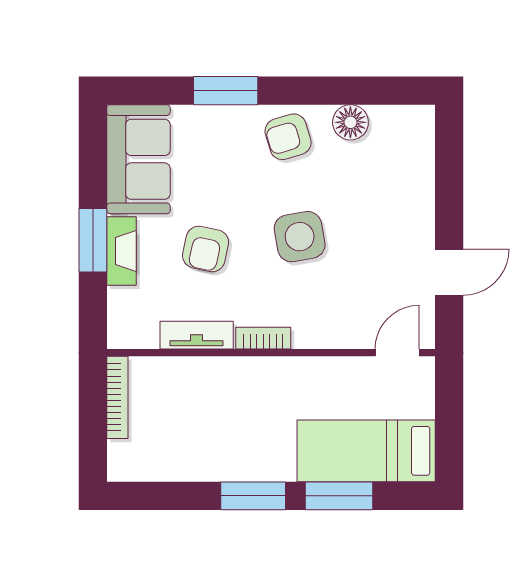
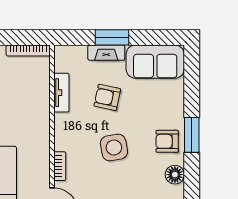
window: (226, 91) -> (192, 135), moved
armchair: (288, 137) -> (167, 141), turned -73
bookcase: (263, 338) -> (60, 166), moved

